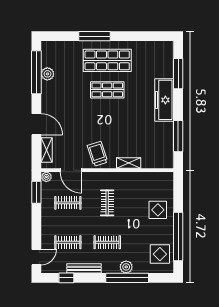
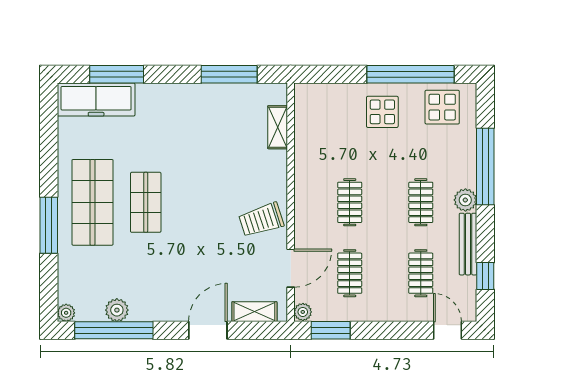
plant: (46, 46) -> (66, 313), added
freezer: (164, 100) -> (96, 100), moved
shelving: (129, 163) -> (278, 127), moved
clothes rail: (107, 203) -> (350, 202), turned 90
display table: (158, 210) -> (382, 112), moved
plant: (126, 267) -> (465, 200), moved

